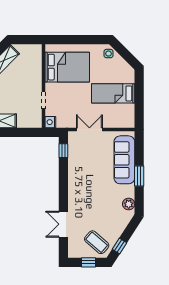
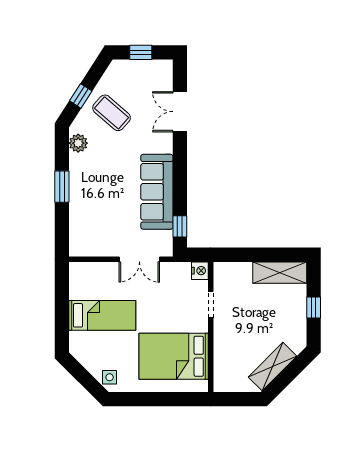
sofa: (124, 160) -> (157, 192), moved, turned 180
double door: (63, 224) -> (180, 112), swing flipped
coffee table: (97, 242) -> (112, 113), moved
window: (120, 246) -> (81, 96), moved

